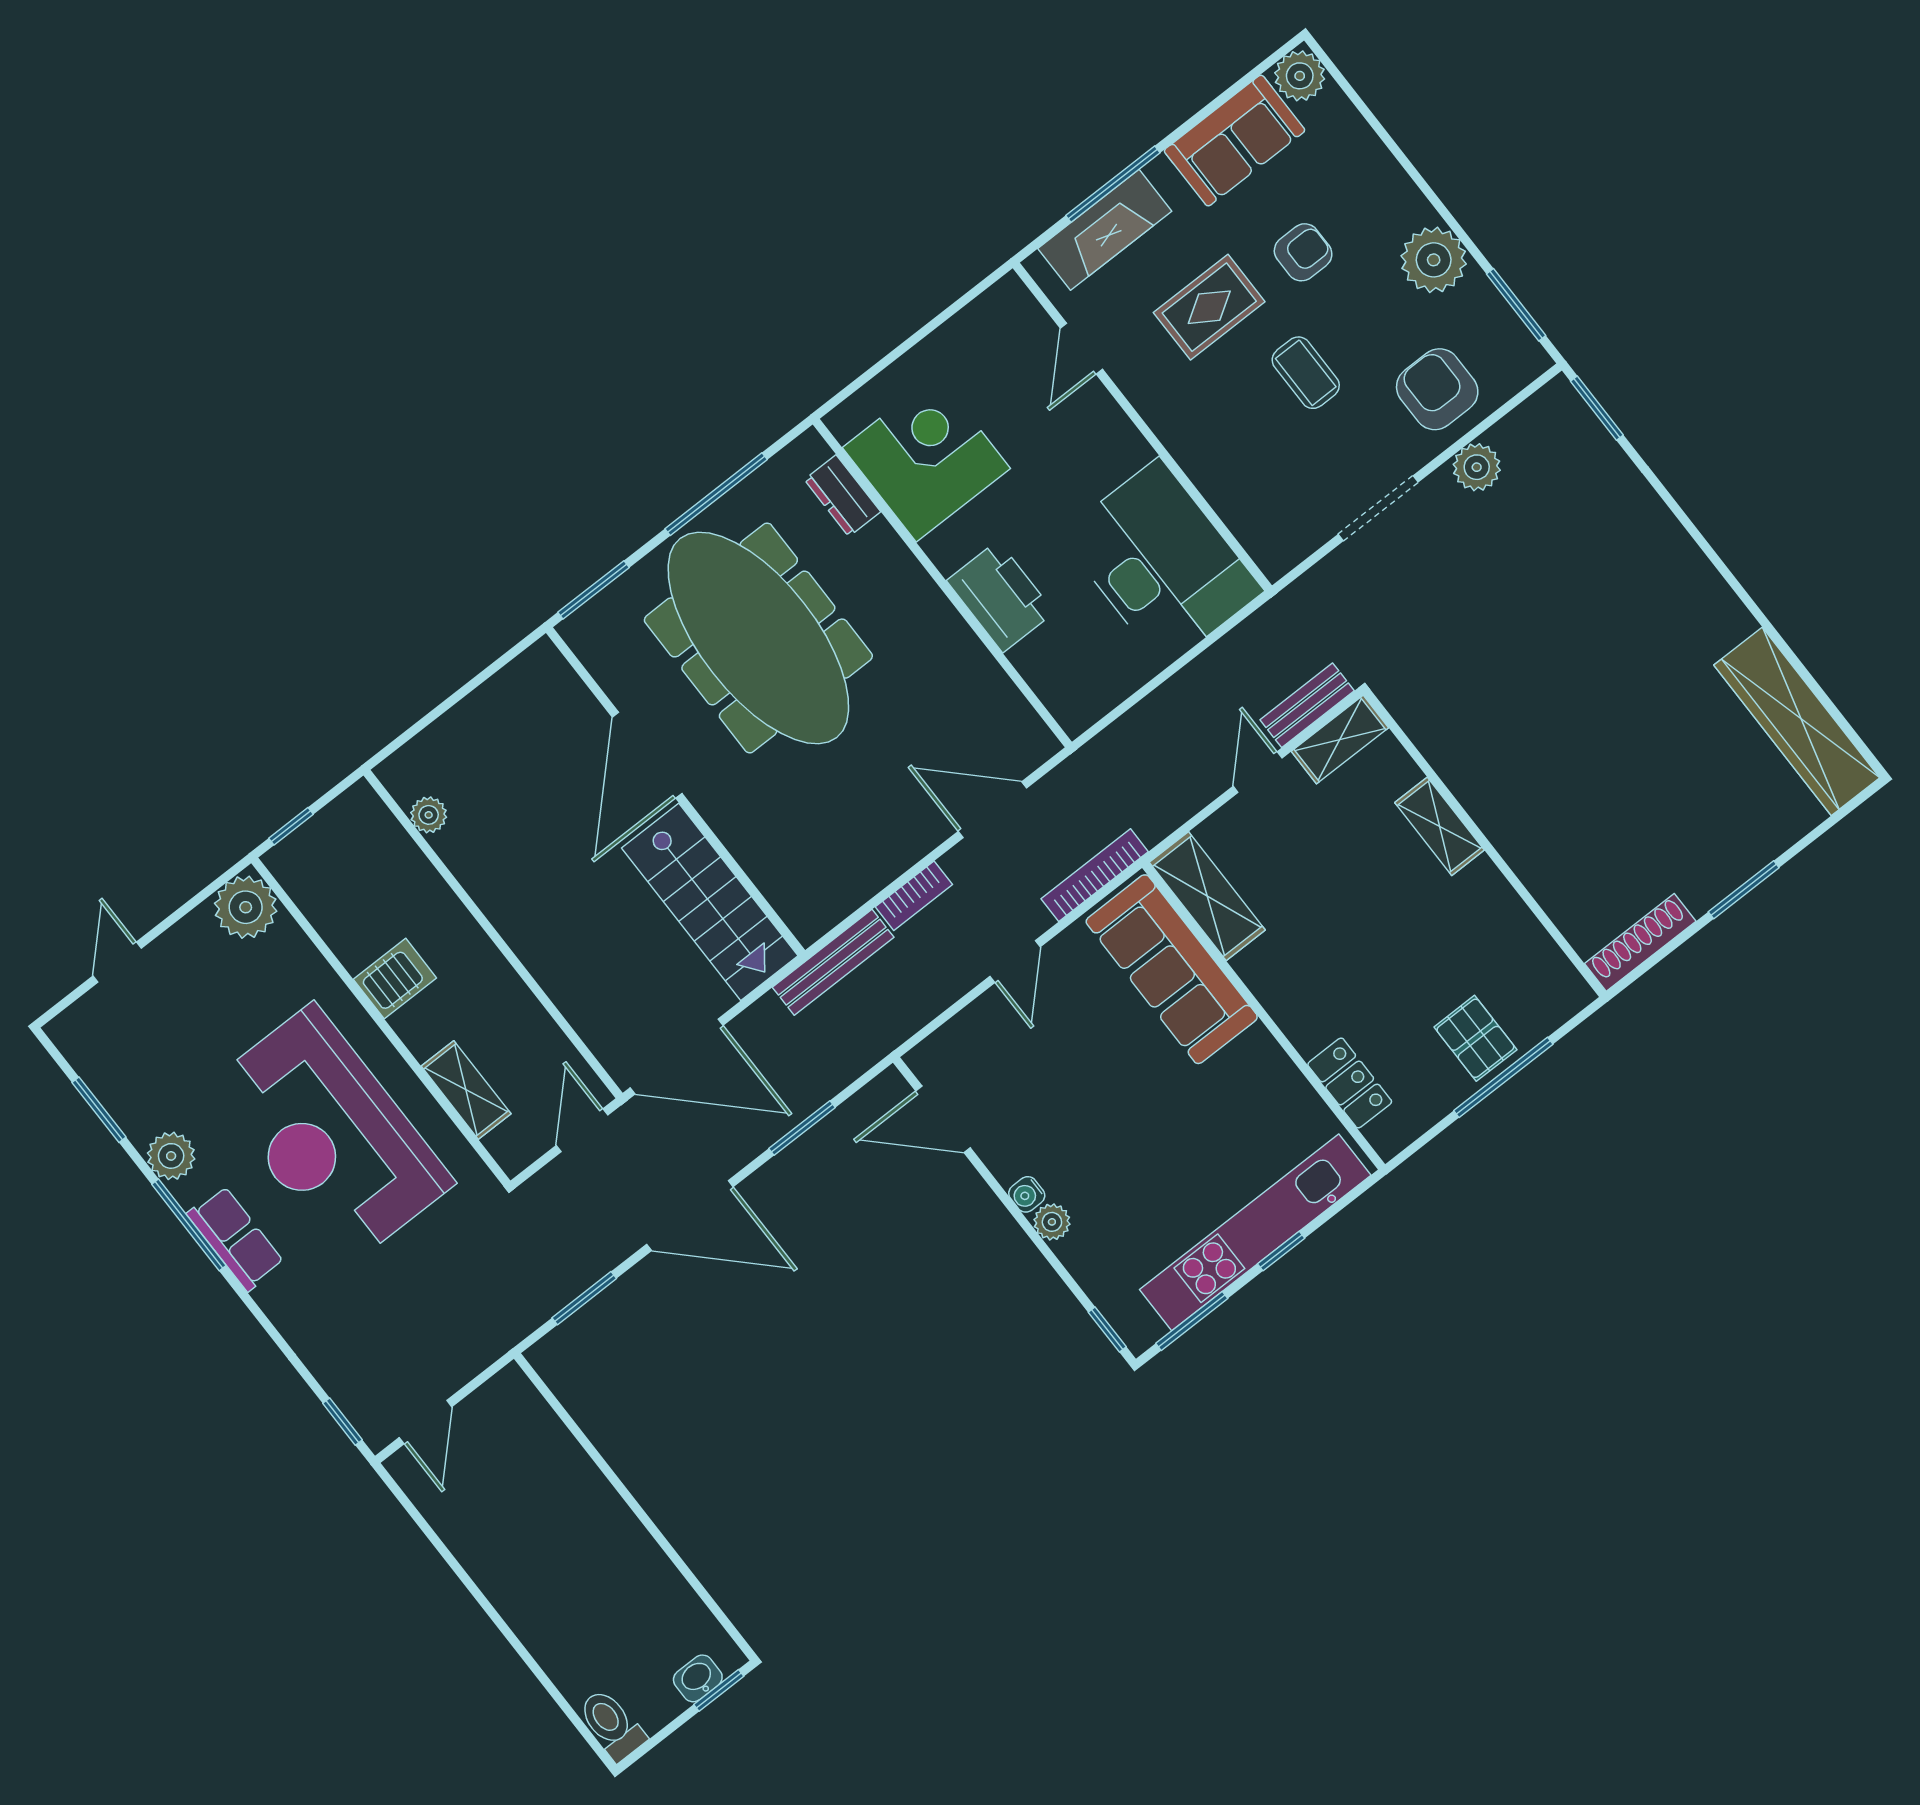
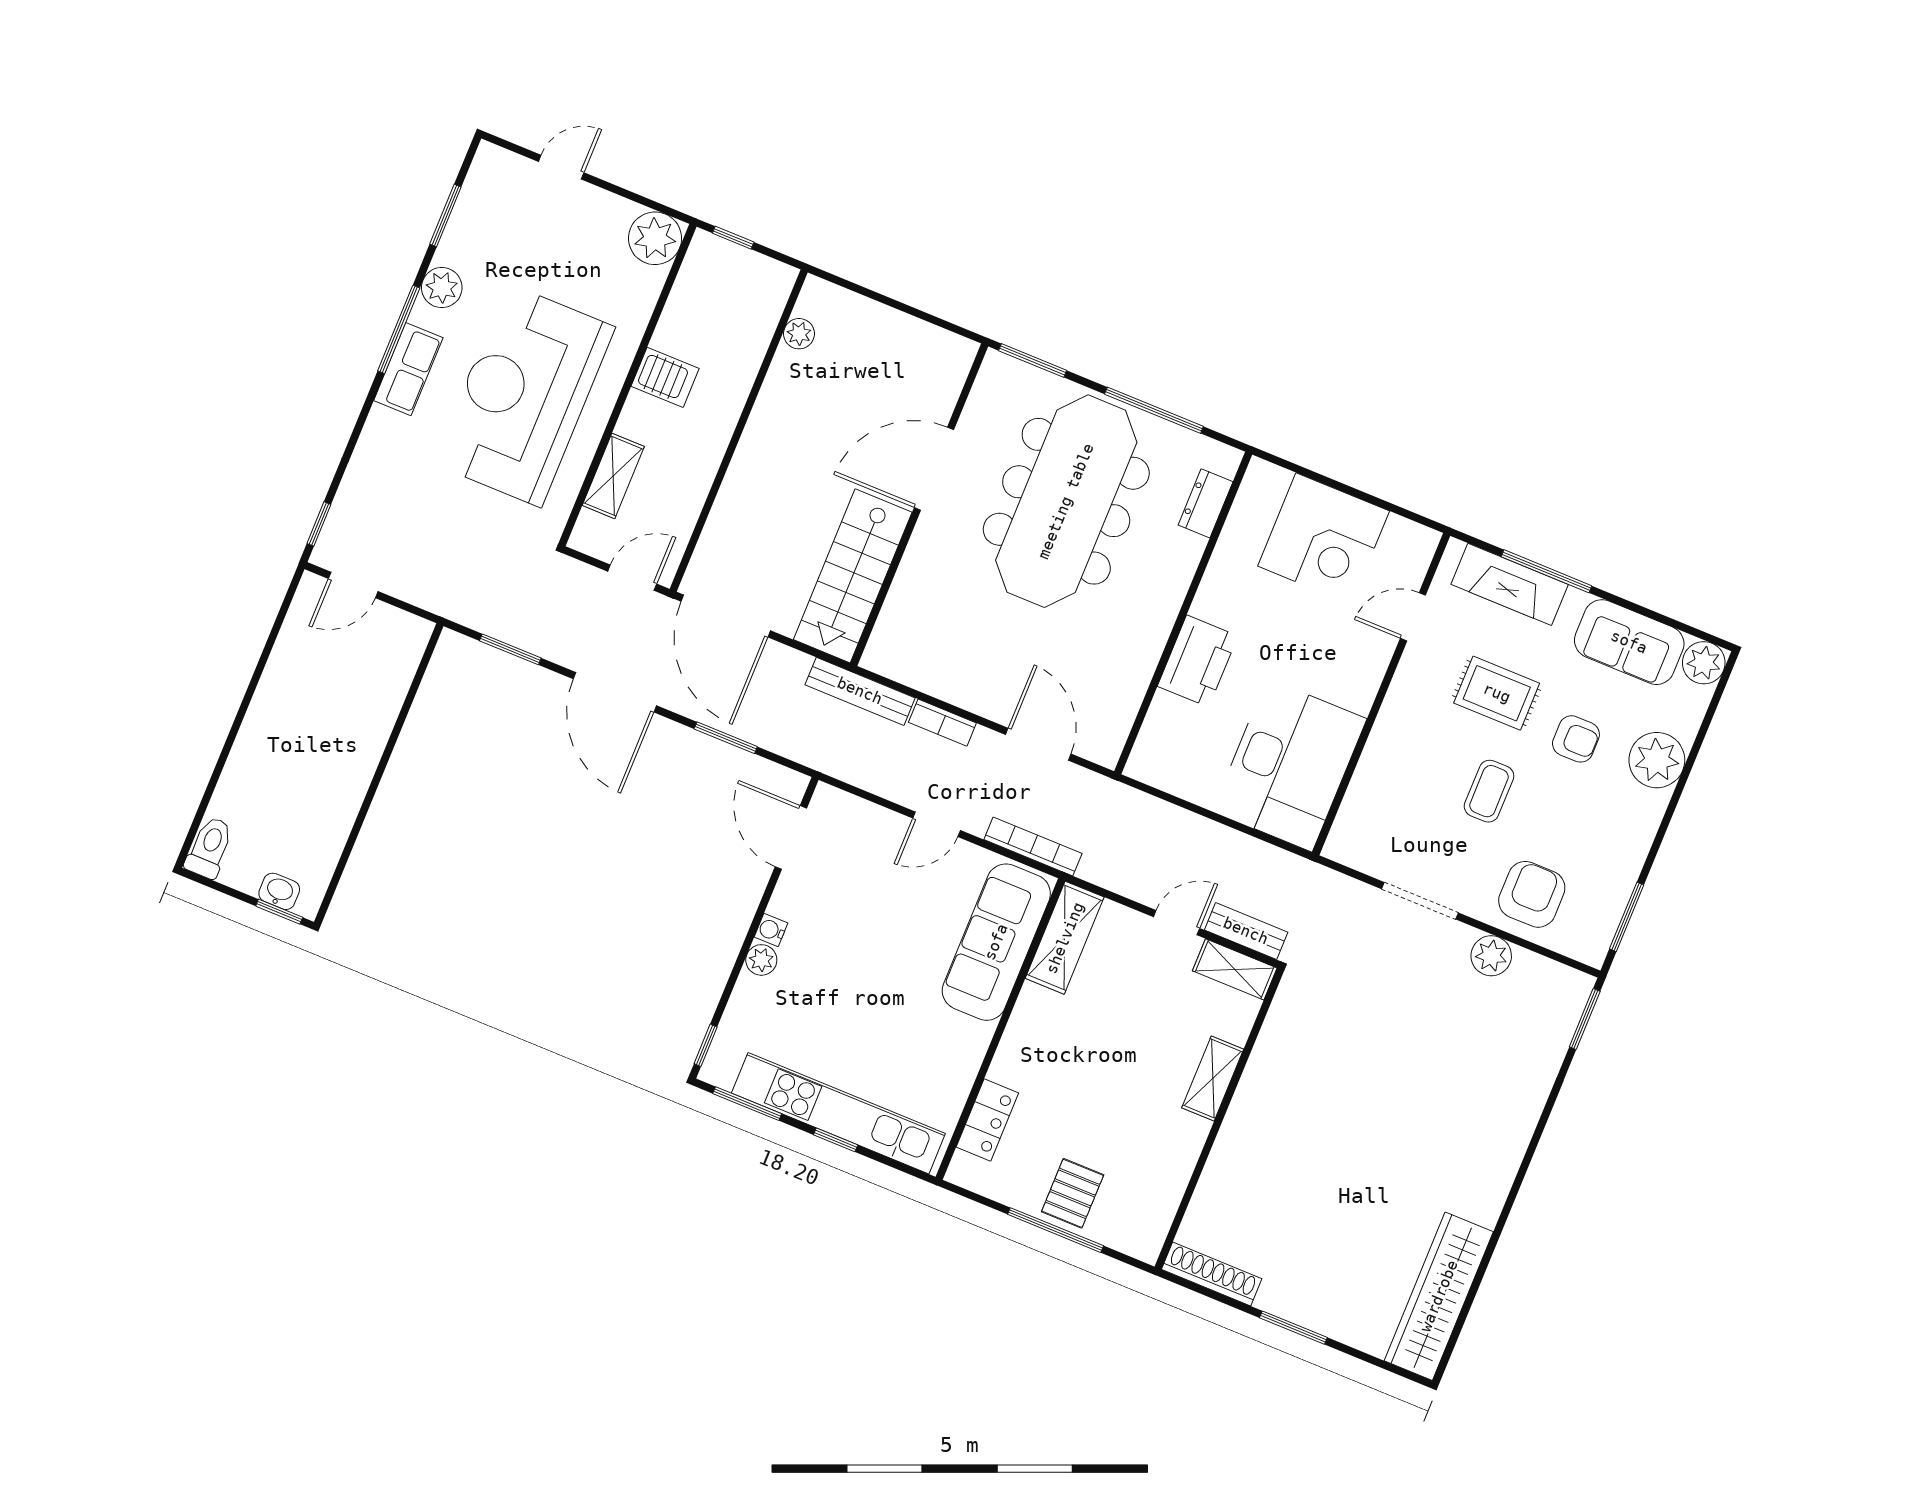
plant: (1434, 260) -> (1657, 760), moved
corner desk: (926, 458) -> (1324, 539), moved, turned 90

